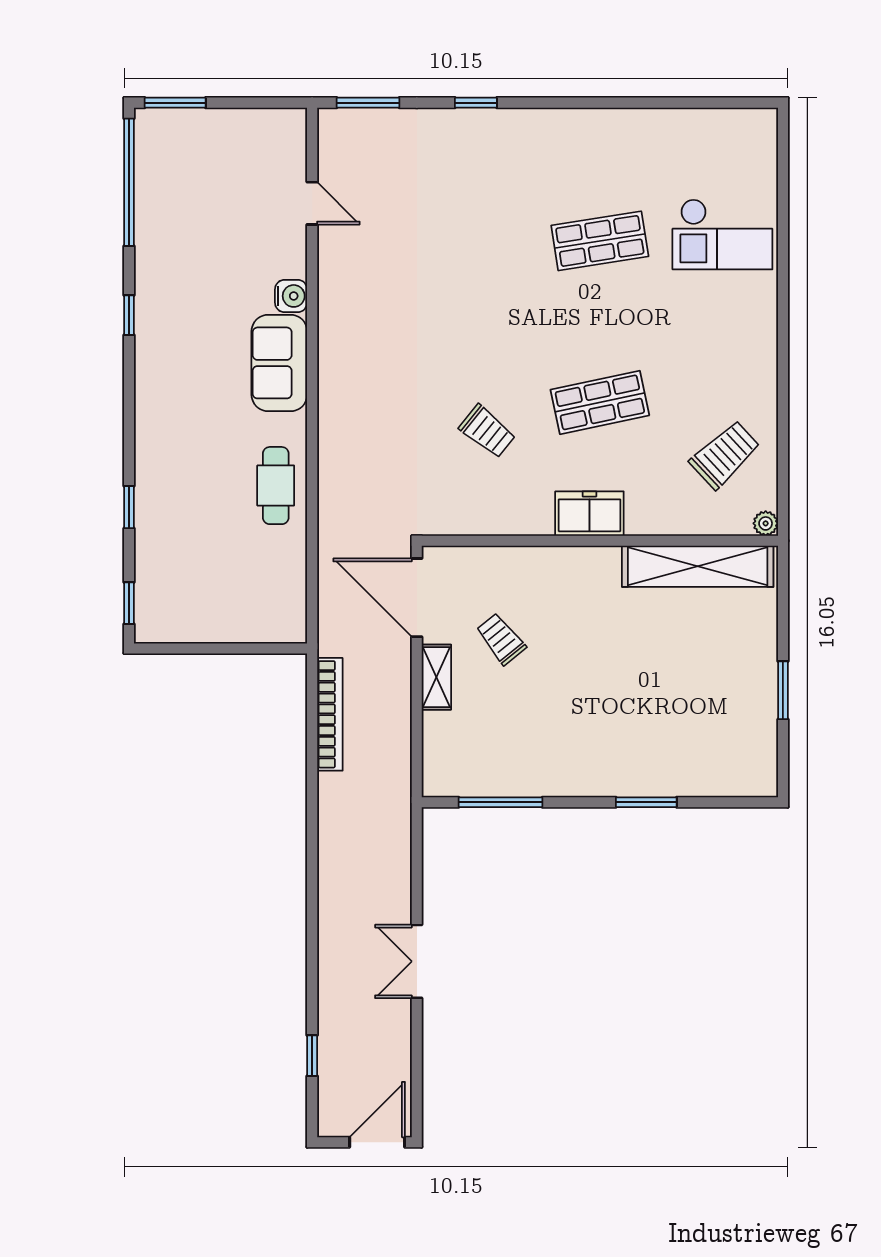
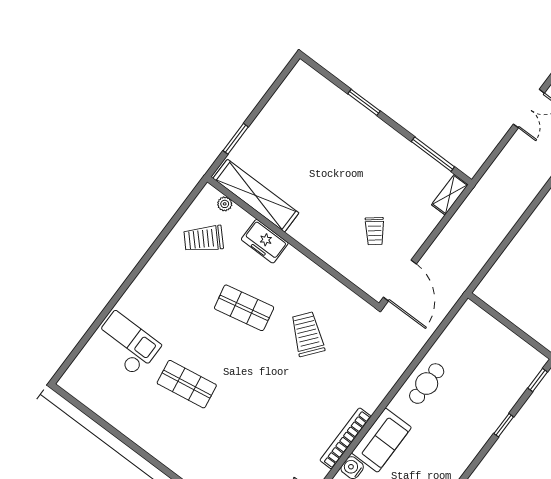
trolley: (487, 431) -> (307, 334), width x1.36, depth x1.39
freezer: (589, 514) -> (265, 241), moved
plant: (766, 523) -> (225, 204), moved
shelving: (436, 677) -> (450, 195), moved
window: (783, 690) -> (236, 139), moved
bookcase: (330, 714) -> (346, 438), moved

